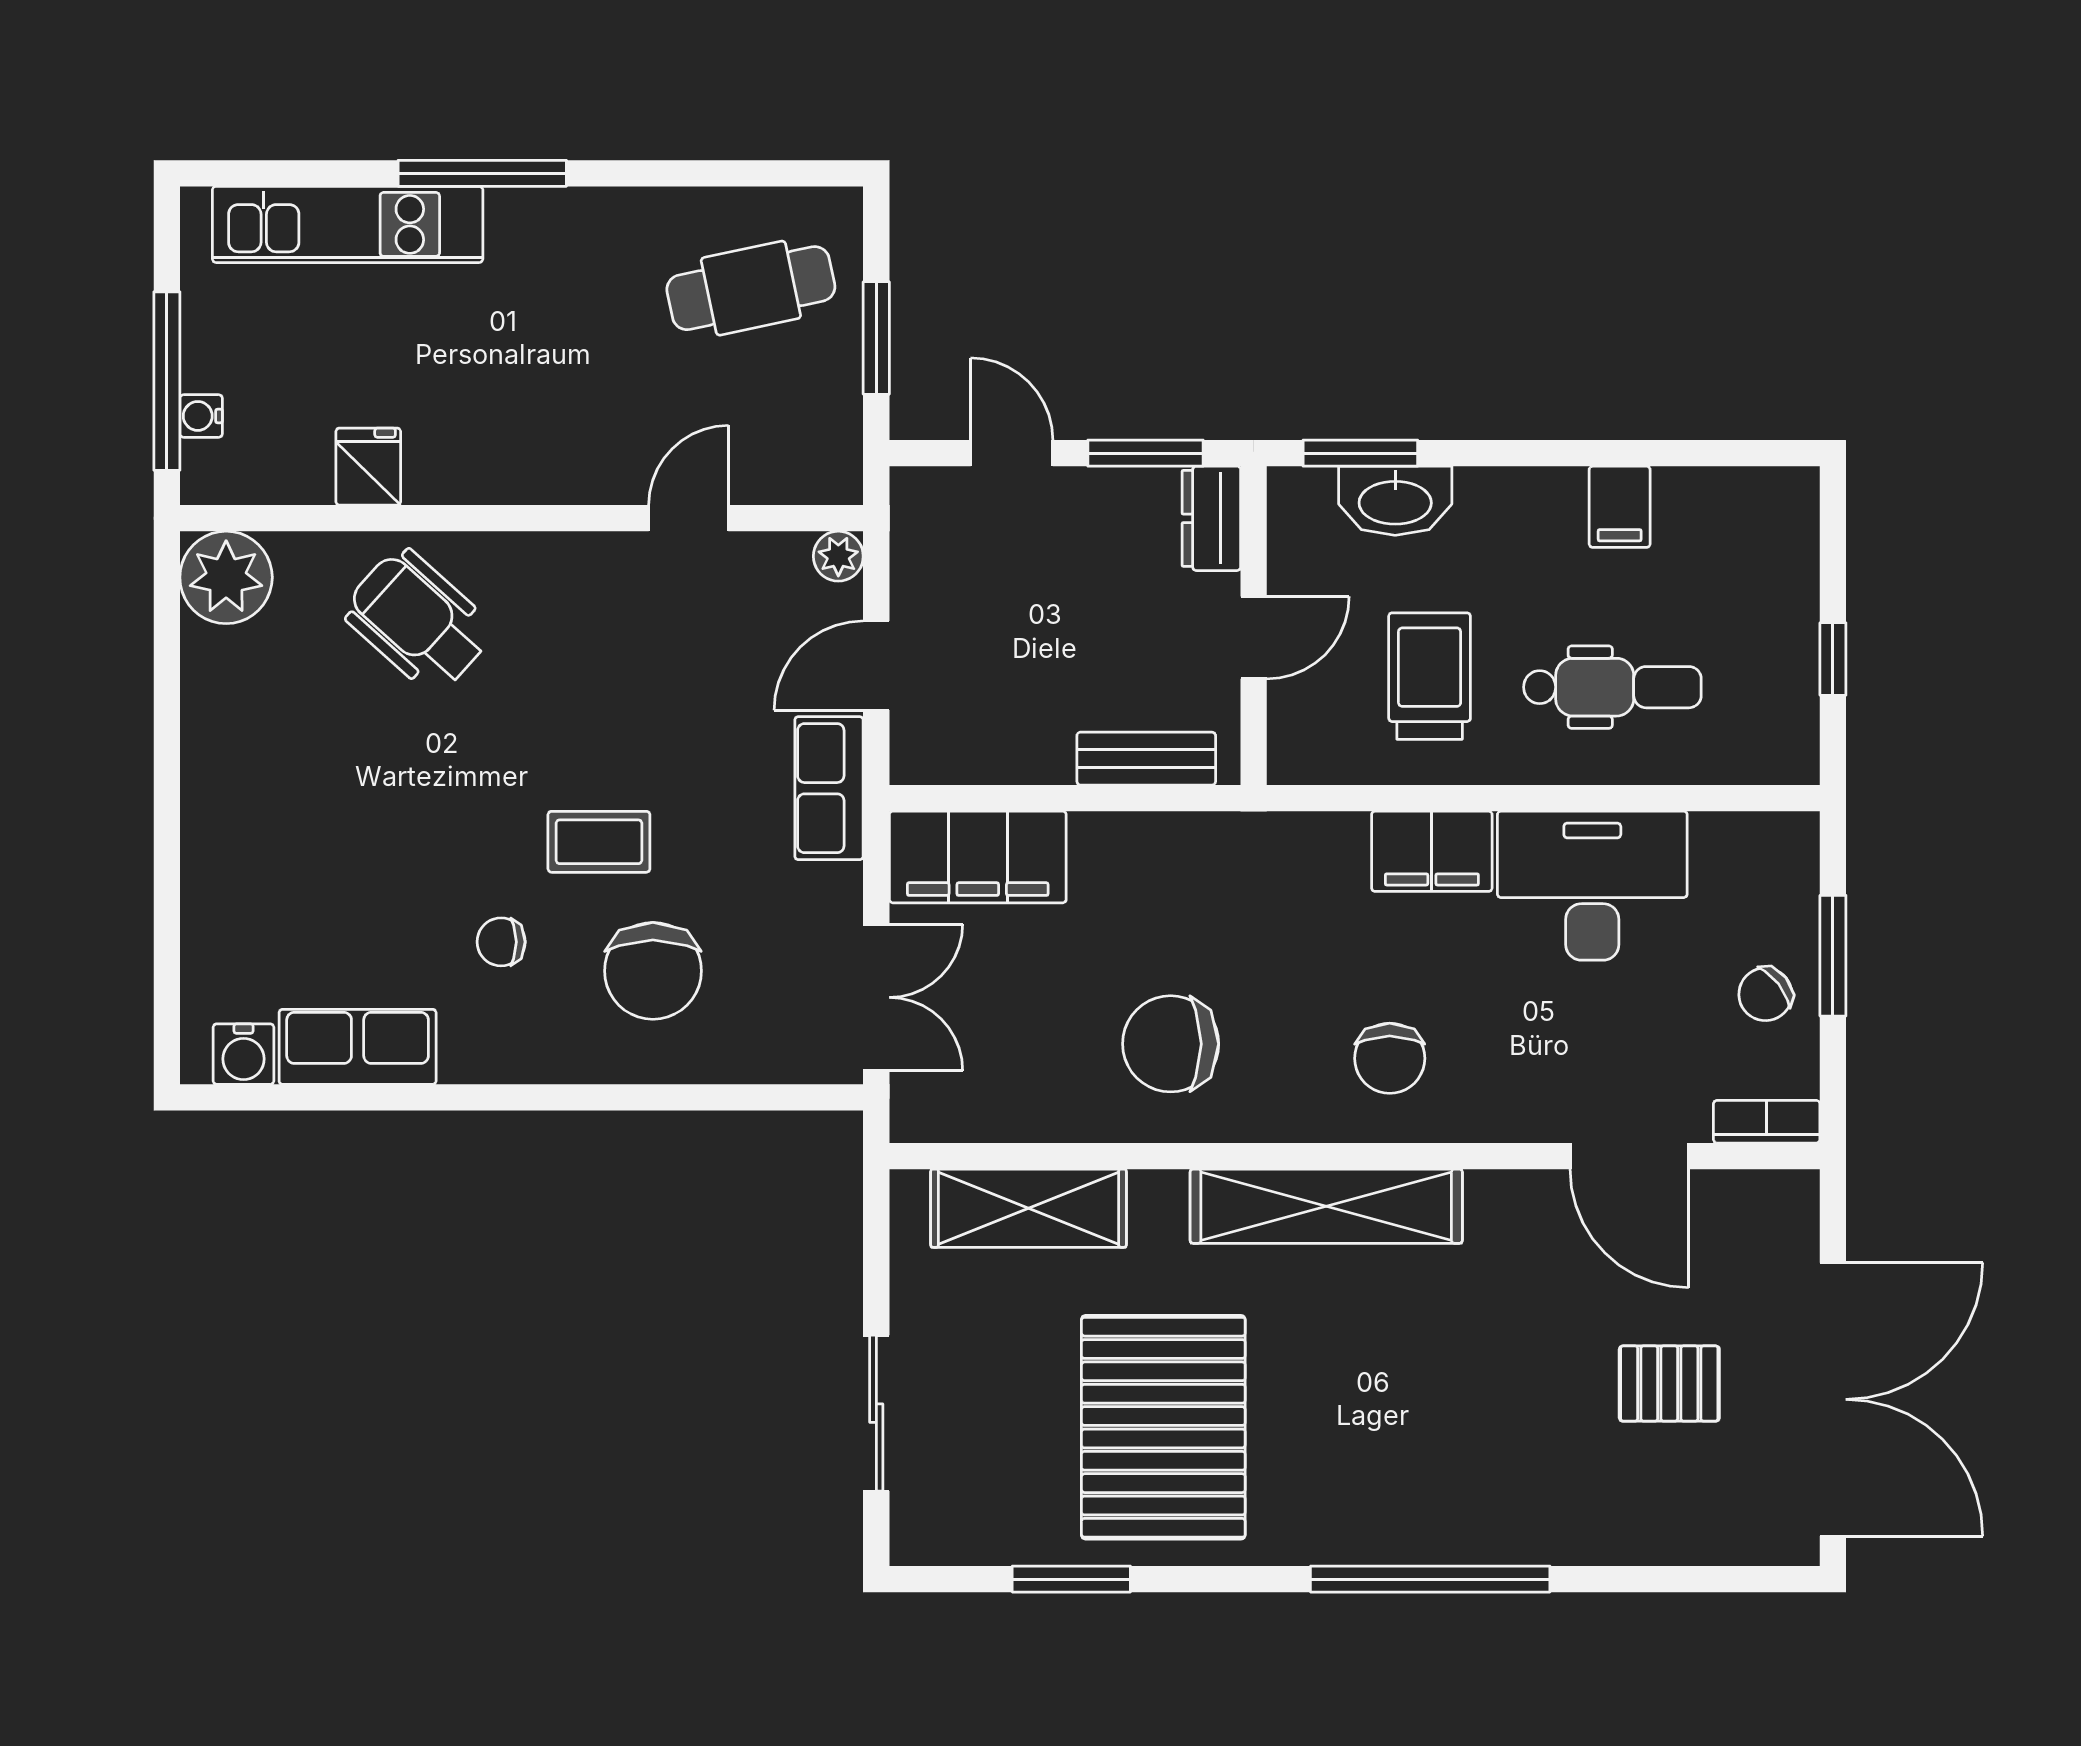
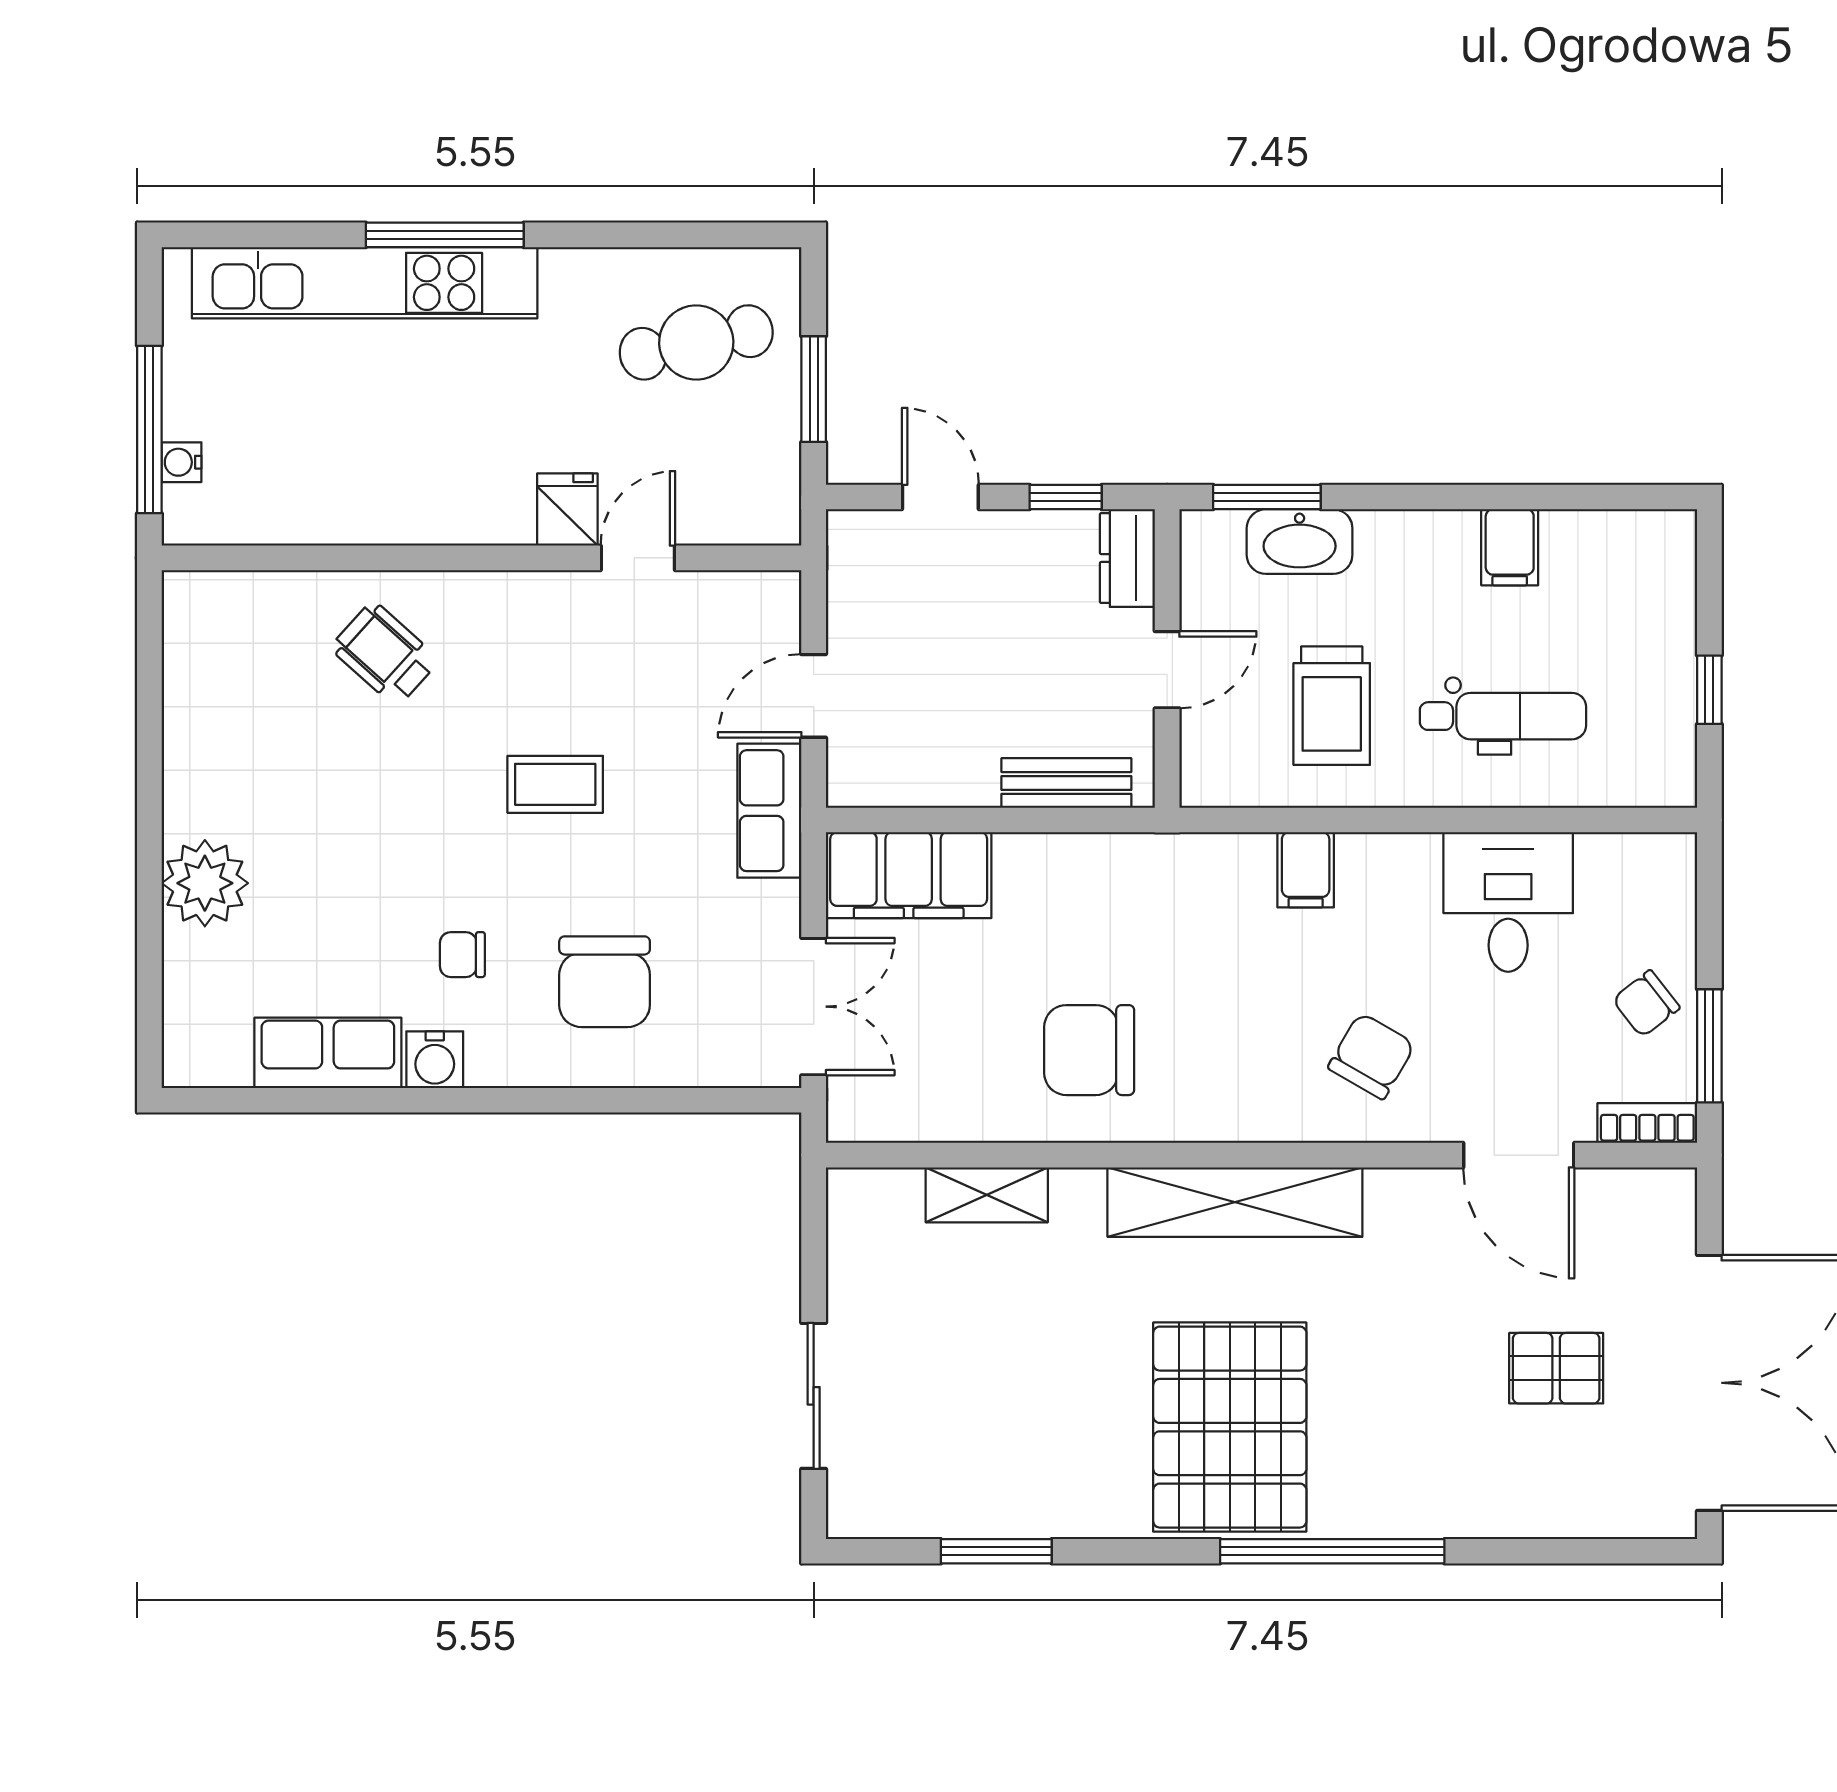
kitchen unit: (348, 224) -> (365, 283), width x1.36
window: (1145, 453) -> (1066, 497), width x0.67
fridge: (368, 467) -> (567, 510), moved
plant: (838, 556) -> (778, 593), removed
plant: (226, 577) -> (205, 883), moved
wheelchair: (418, 621) -> (385, 654), width x0.73, depth x0.73
trolley: (1430, 676) -> (1332, 706), turned 180
coffee table: (599, 842) -> (555, 784), moved
filing cabinet: (1432, 851) -> (1306, 870), width x0.50
desk: (1592, 886) -> (1508, 902), width x0.73
window: (1833, 956) -> (1709, 1046), moved
water cooler: (243, 1054) -> (435, 1060), moved
chair: (1390, 1058) -> (1371, 1056), moved, turned -150
shelving: (1029, 1208) -> (987, 1195), width x0.67, depth x0.75
pallet: (1163, 1427) -> (1230, 1427), moved

